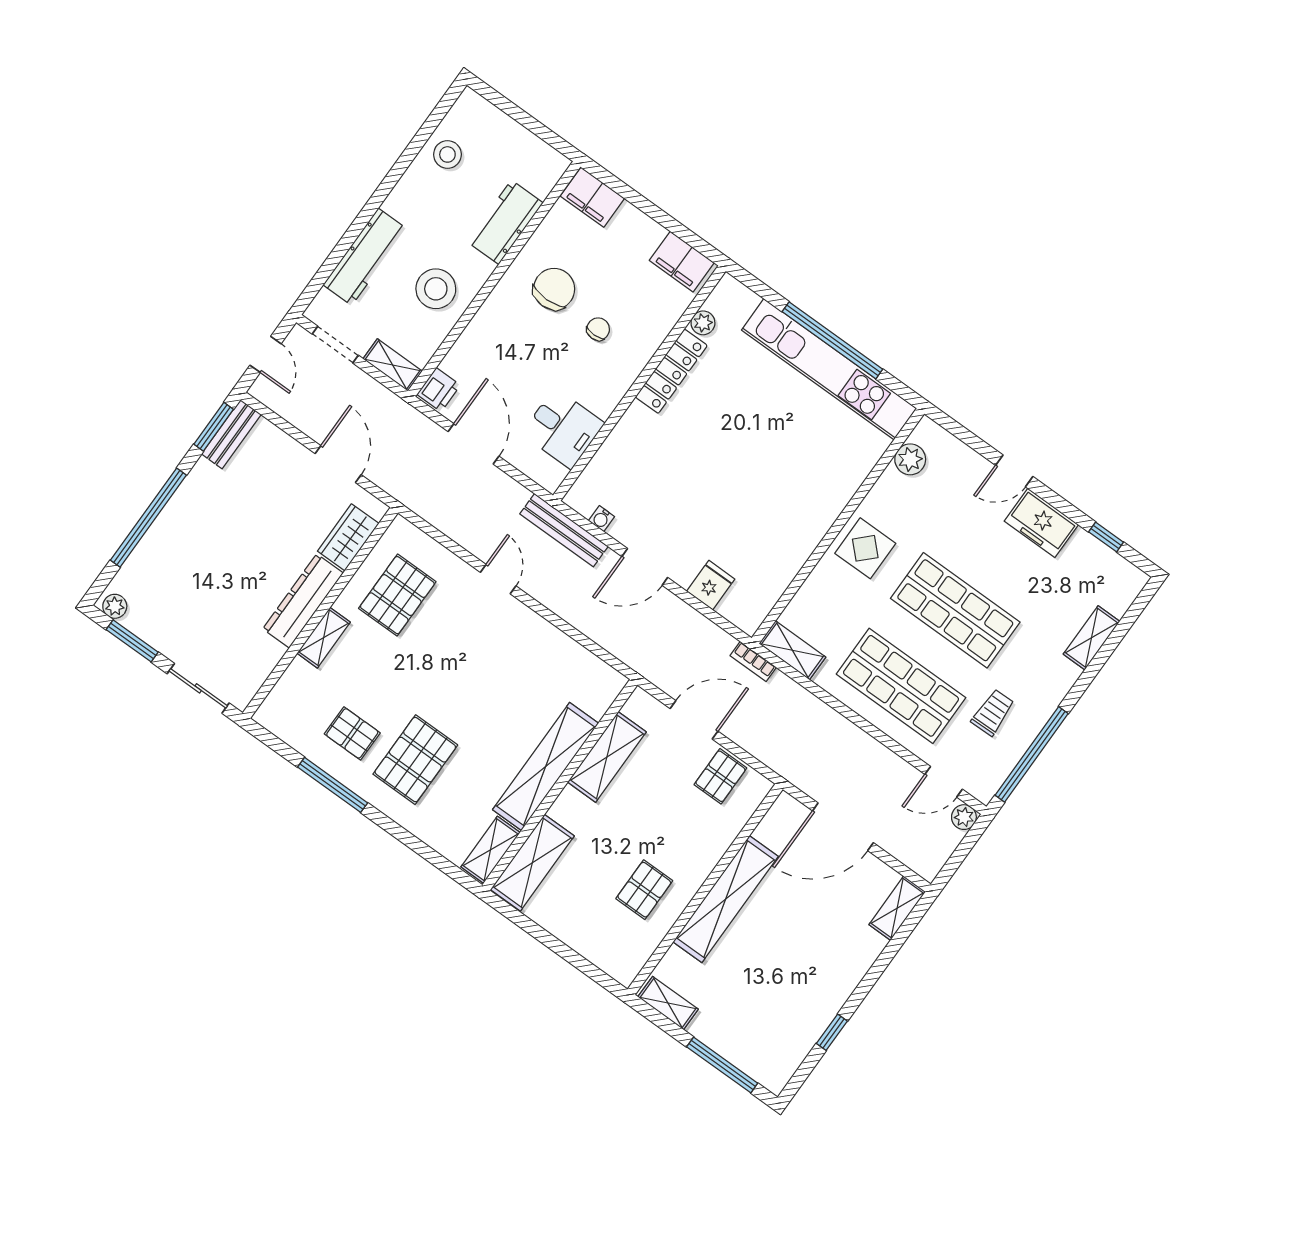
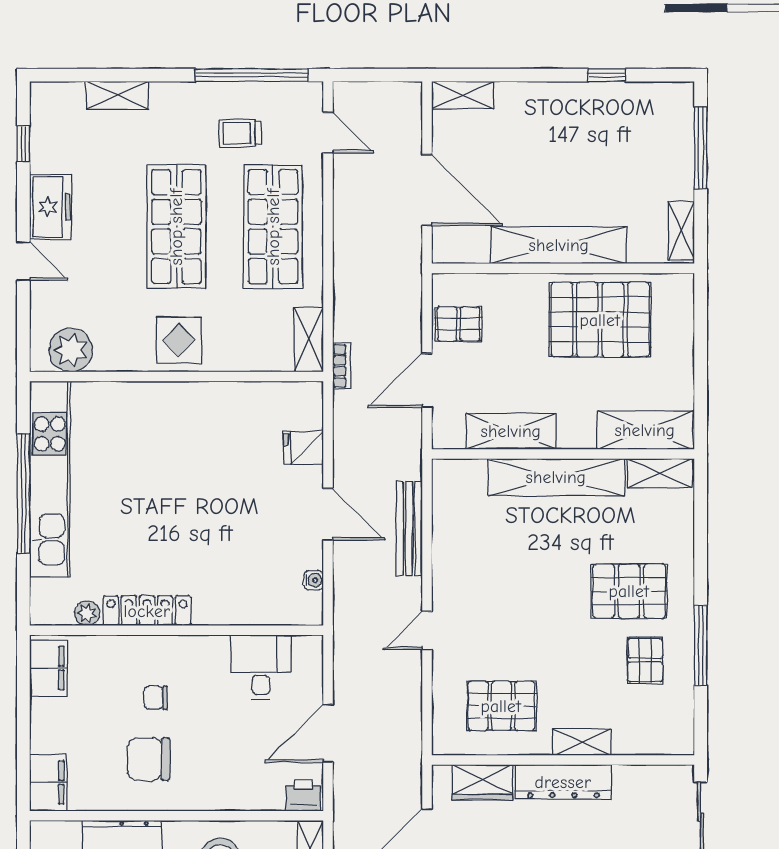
plant: (910, 459) -> (71, 350), width x1.36, depth x1.36
bench: (564, 530) -> (409, 528), moved
door: (694, 720) -> (427, 380), hinge flipped
plant: (964, 817) -> (345, 94), removed
pallet: (644, 890) -> (600, 320), width x2.05, depth x2.00

